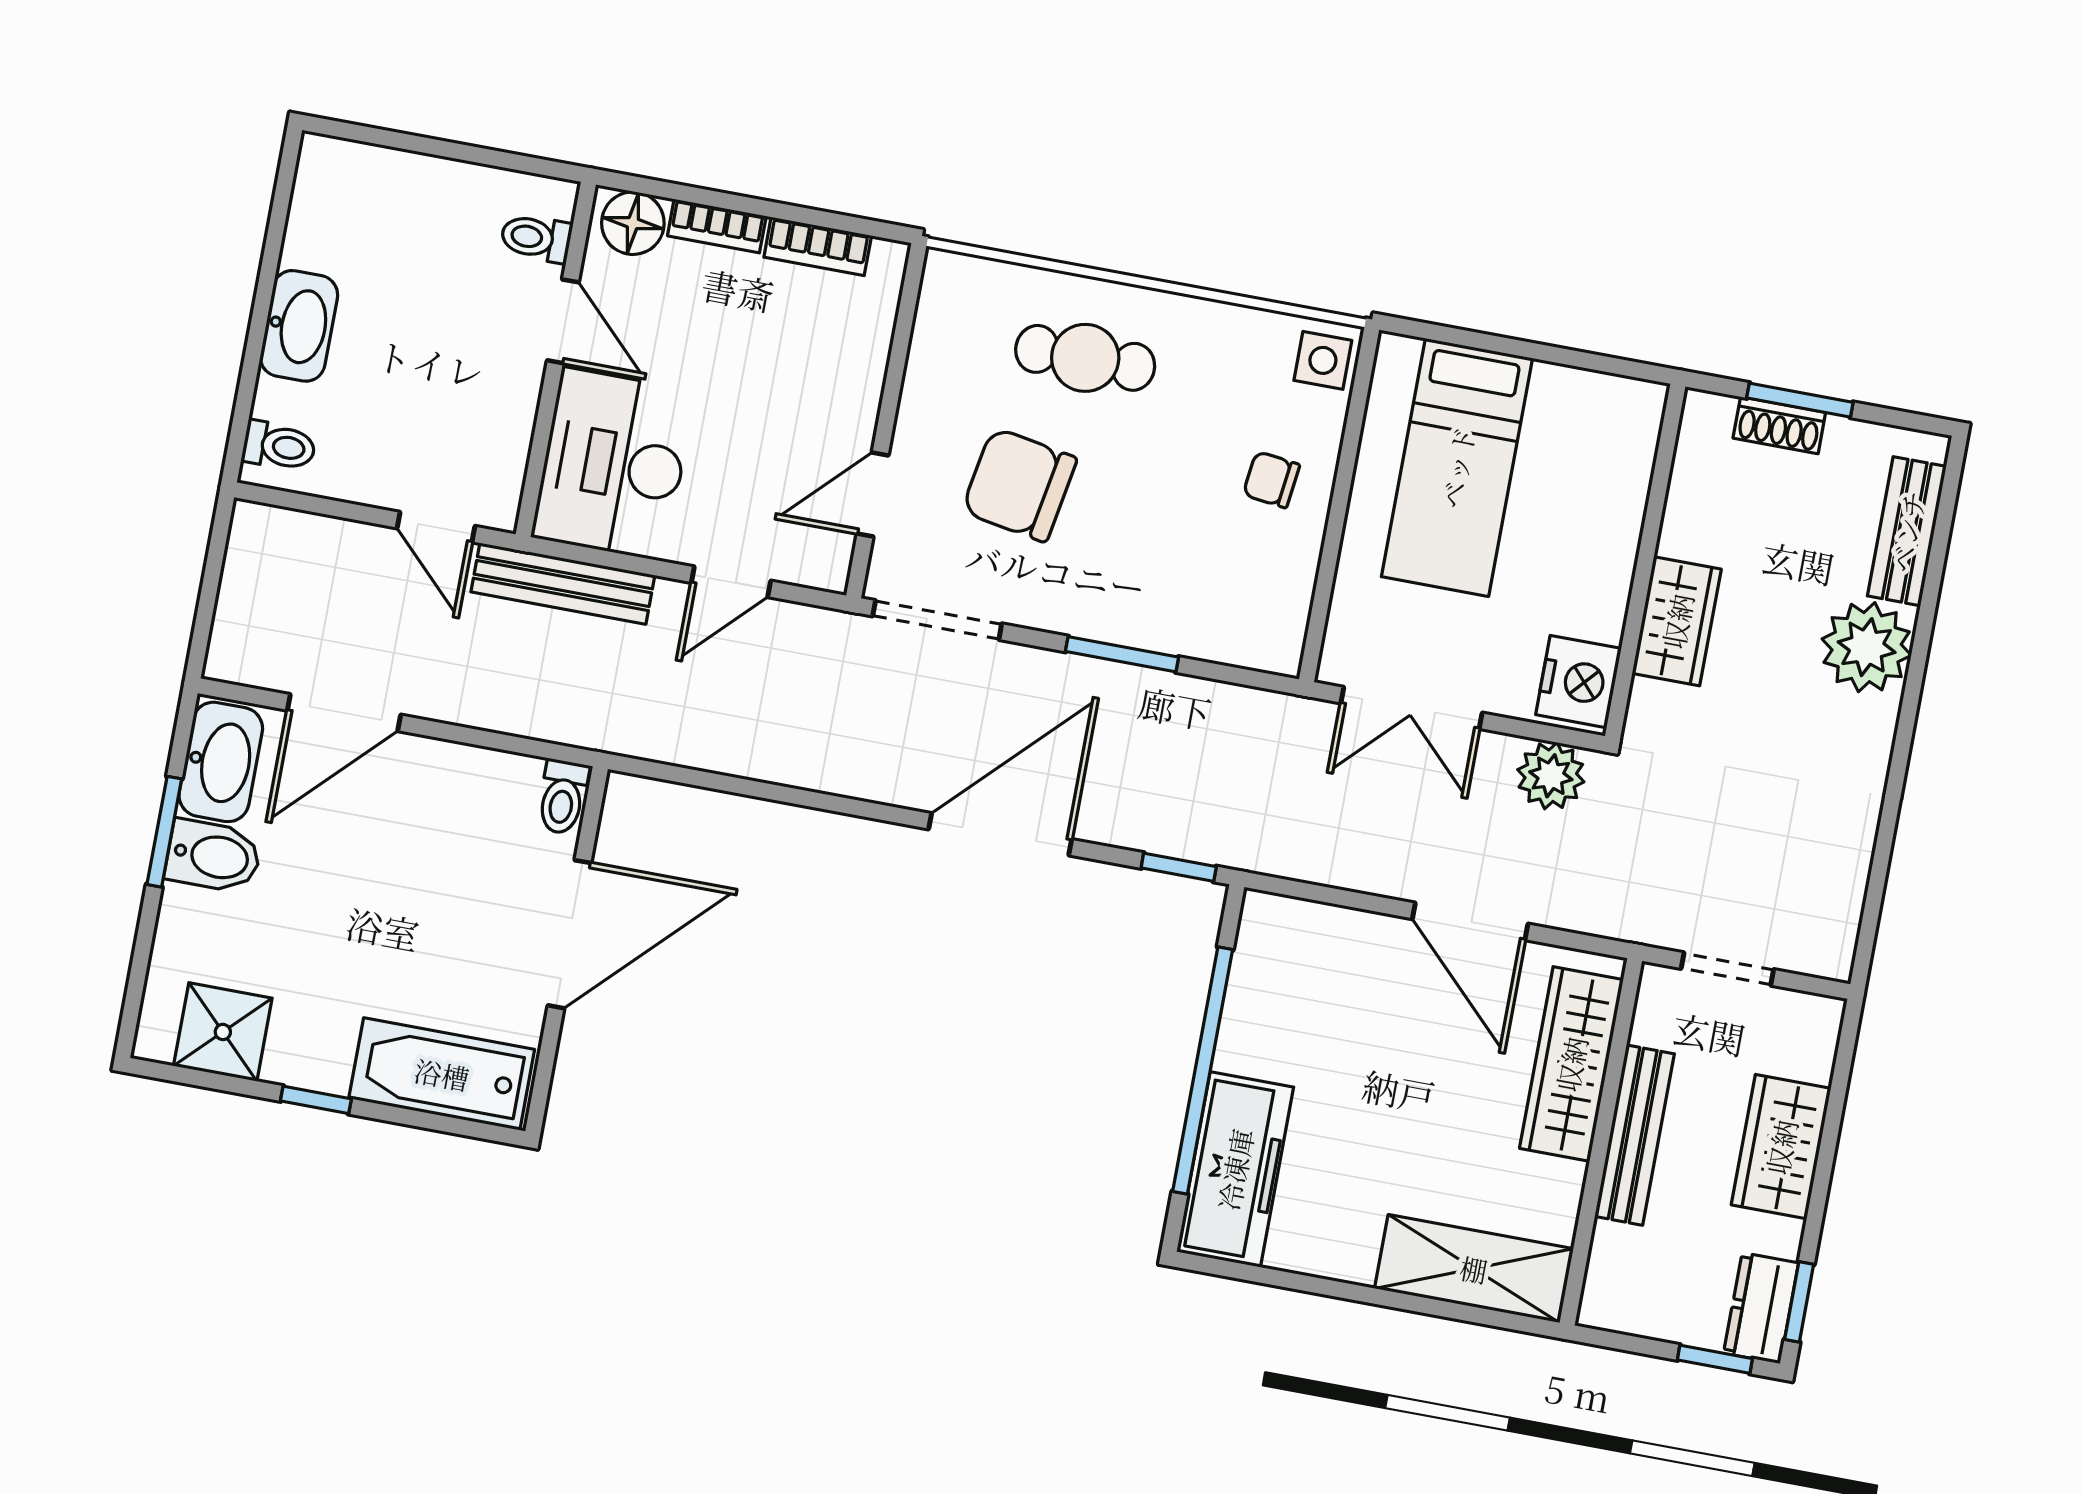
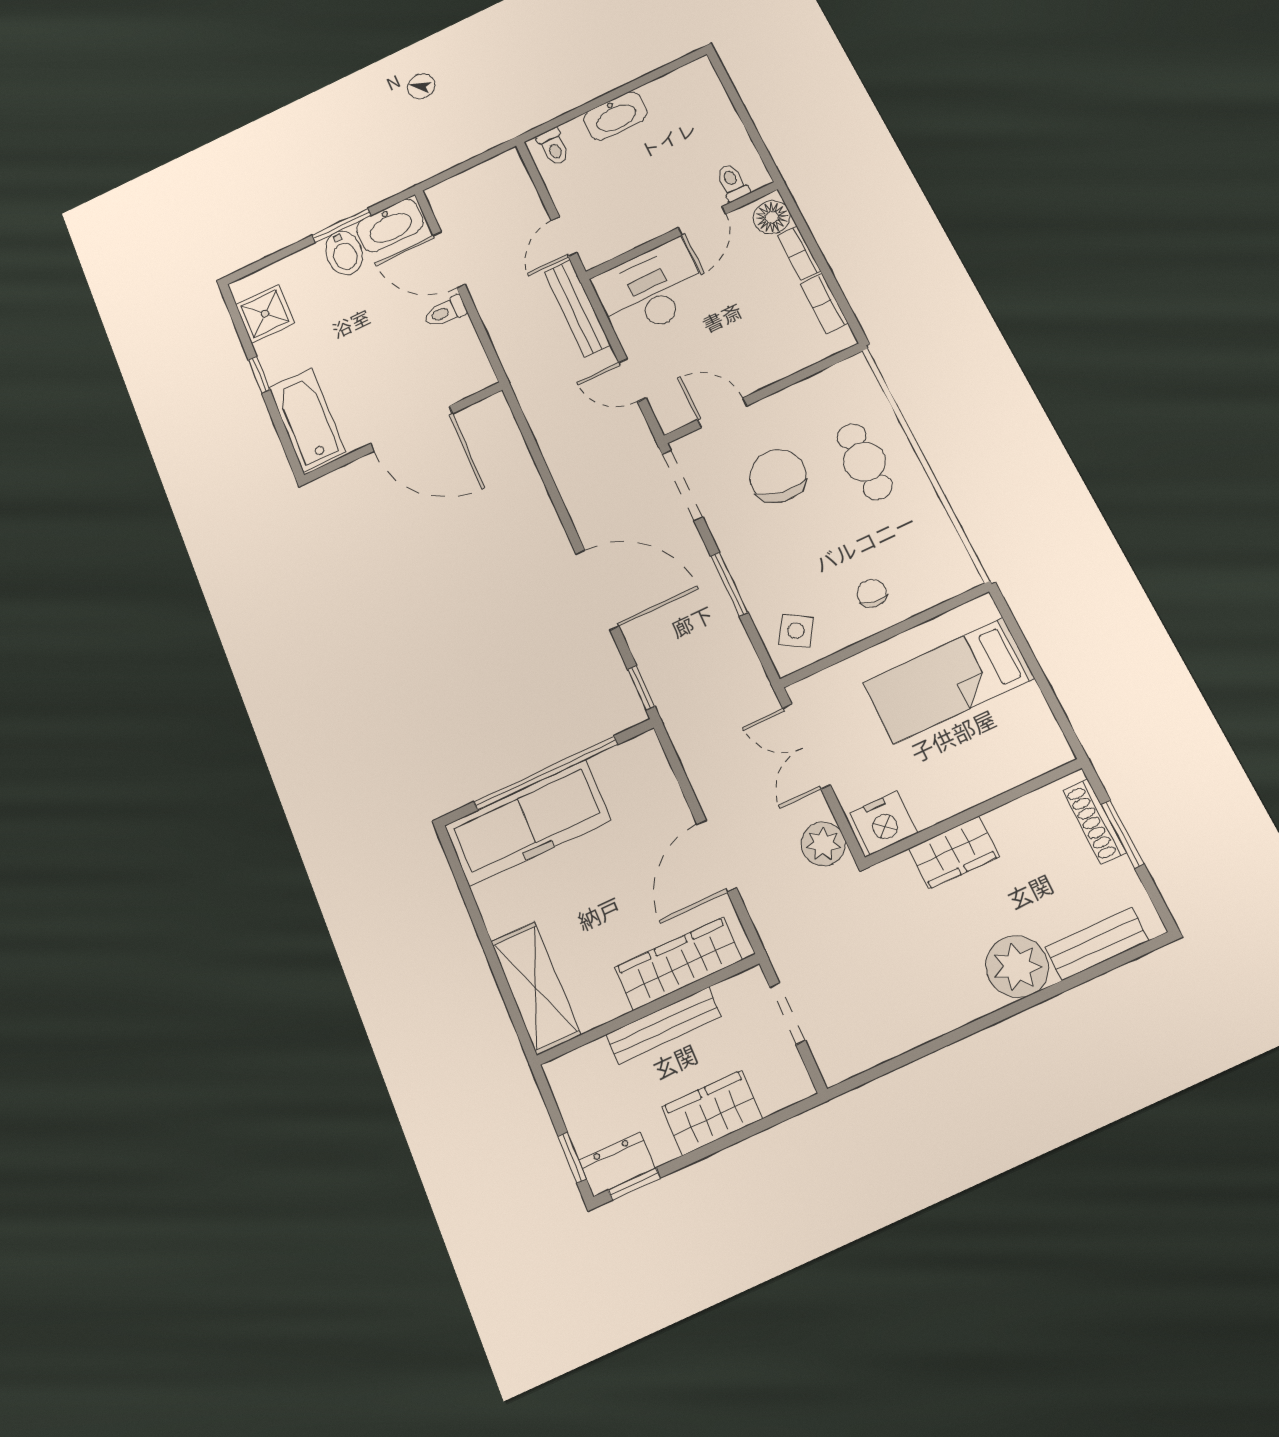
side table: (1323, 360) -> (796, 631), moved, turned 32
shoe rack: (1779, 425) -> (1094, 822), width x1.43
toilet: (563, 797) -> (445, 312), moved
freezer: (1235, 1169) -> (528, 823), width x1.36, depth x1.26

